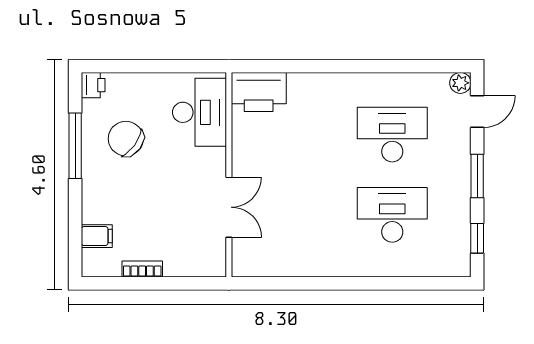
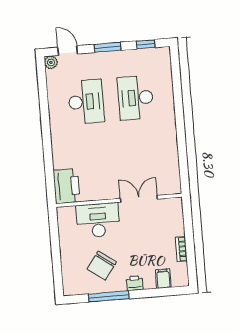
printer: (93, 85) -> (135, 283), moved
desk: (199, 112) -> (98, 220), moved
desk: (392, 135) -> (86, 102), turned 180

